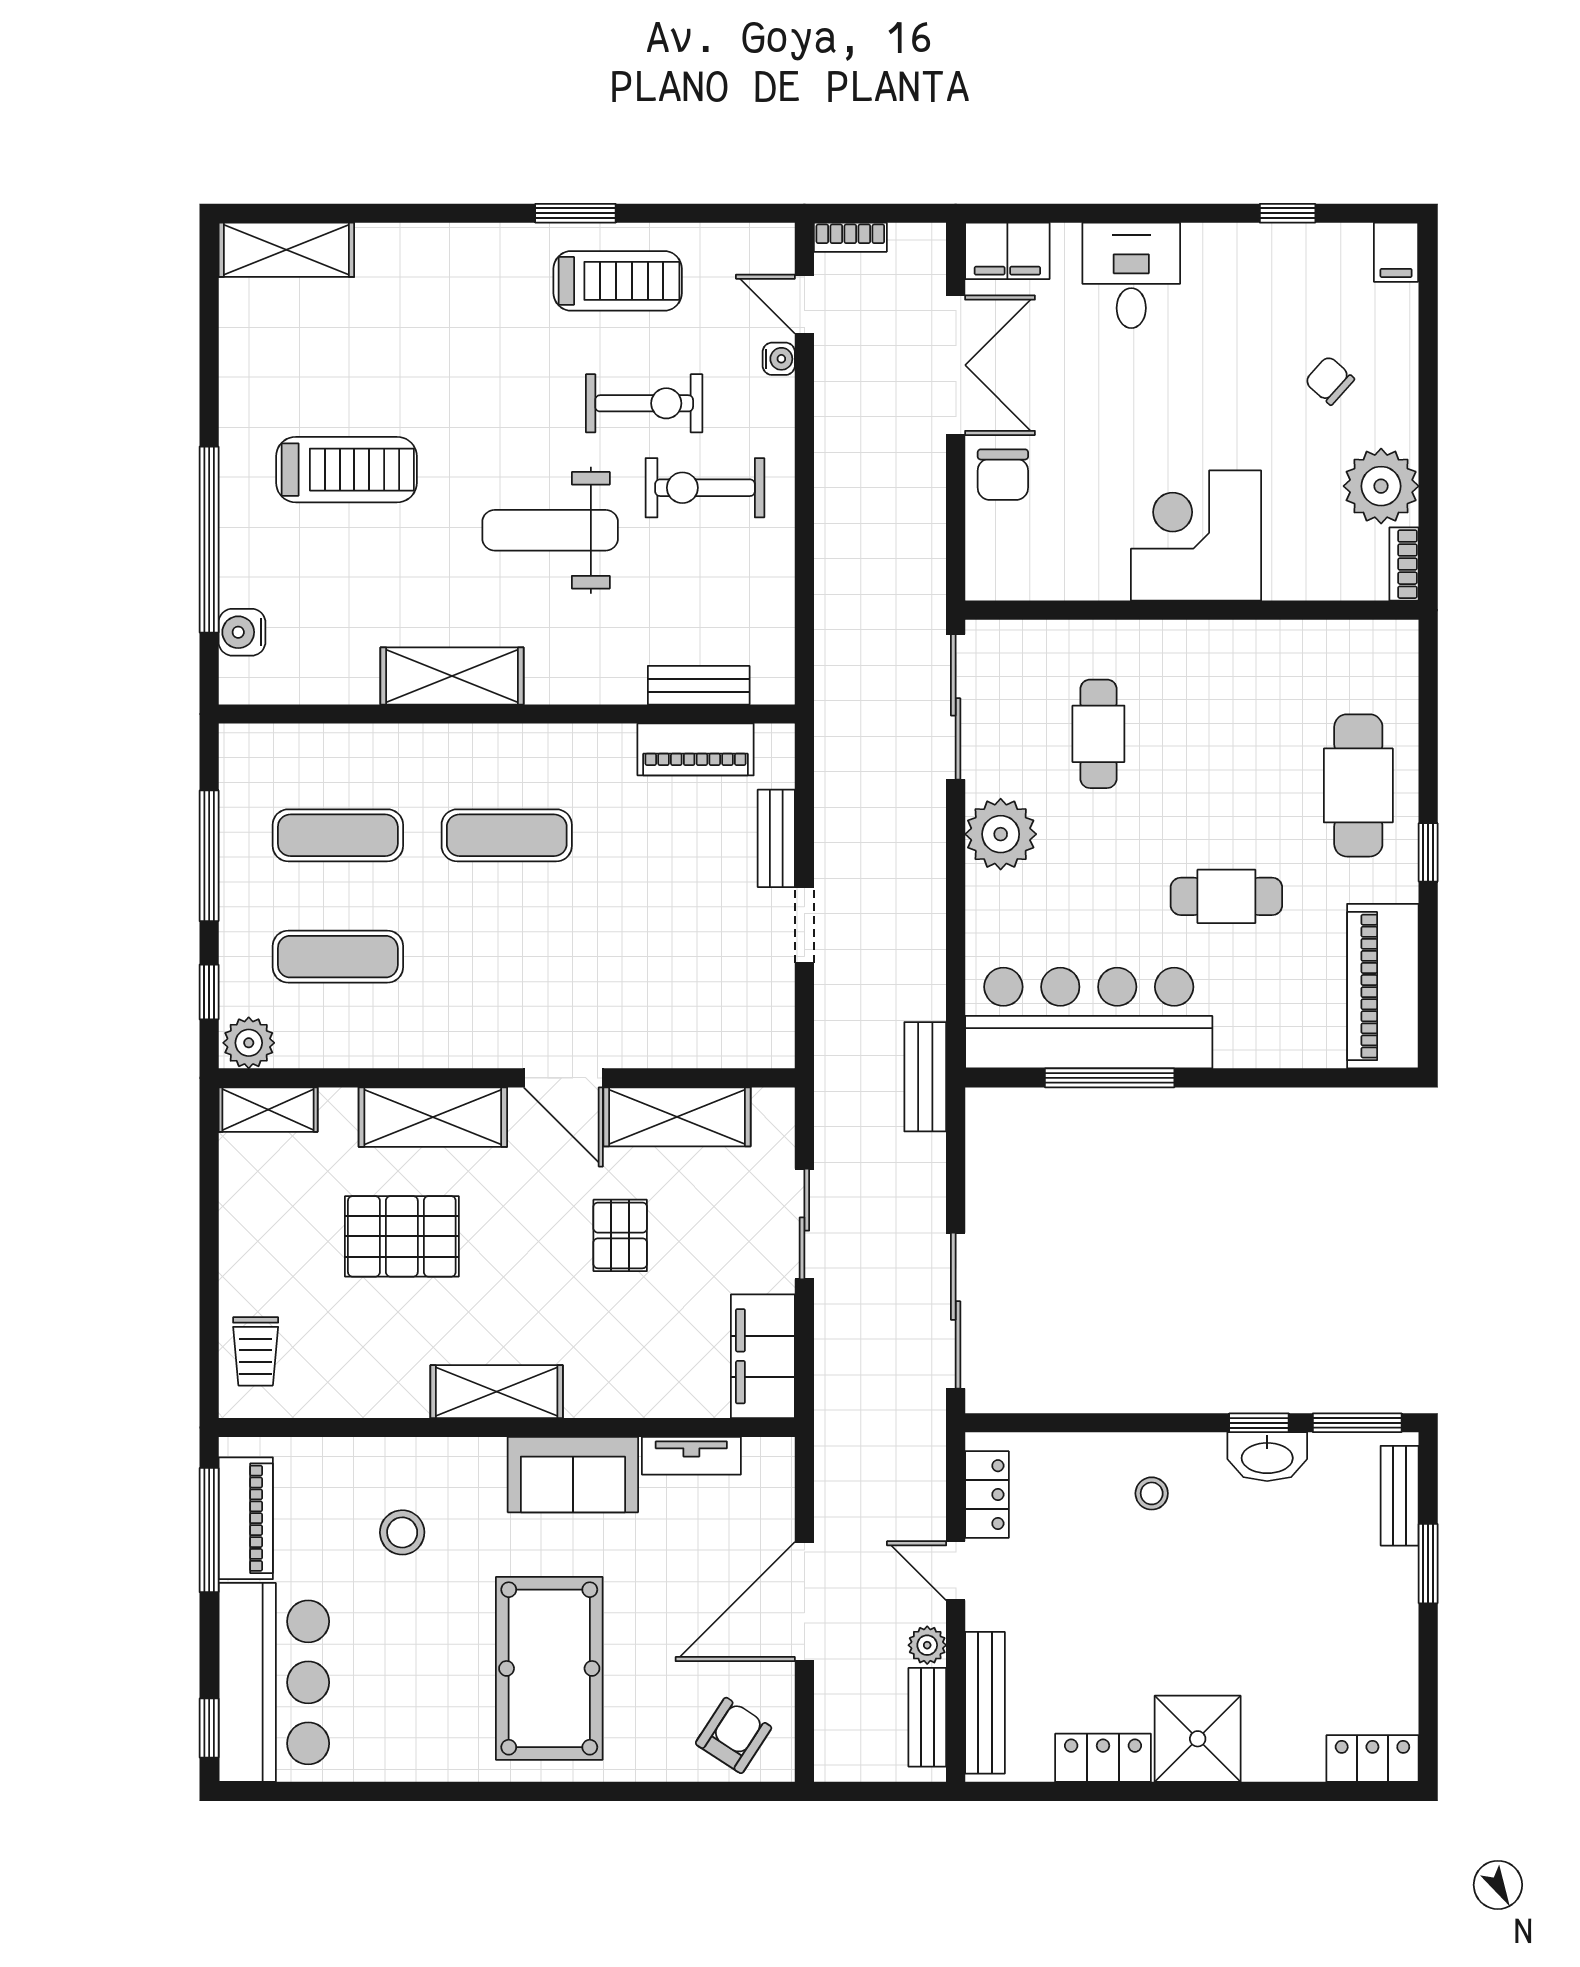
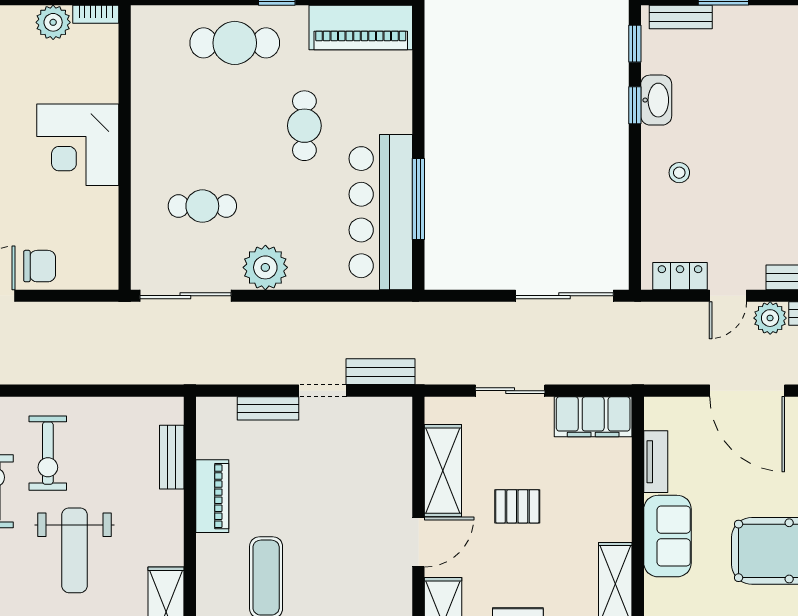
plant: (1381, 486) -> (53, 22), width x0.73, depth x0.73
piano: (696, 749) -> (212, 496), moved
bench: (925, 1077) -> (381, 372), moved
window: (1357, 1423) -> (635, 44), width x0.67
plant: (927, 1645) -> (770, 318), width x1.38, depth x1.38

